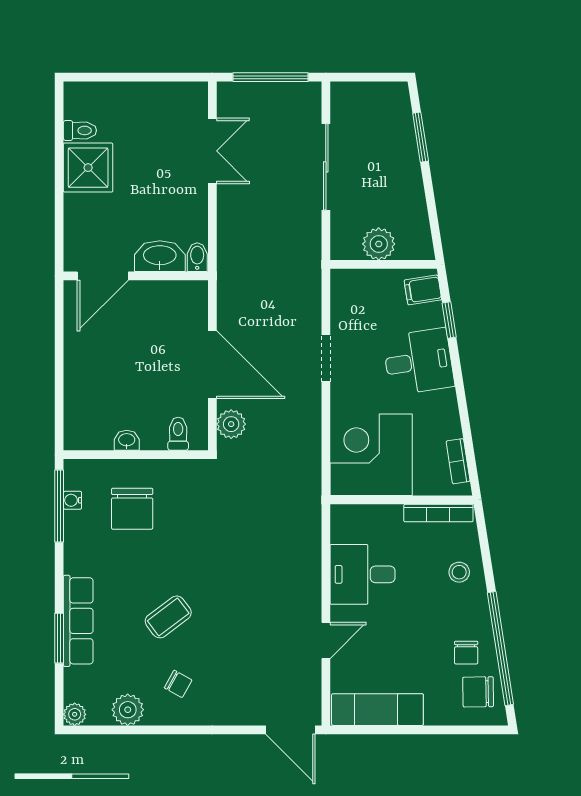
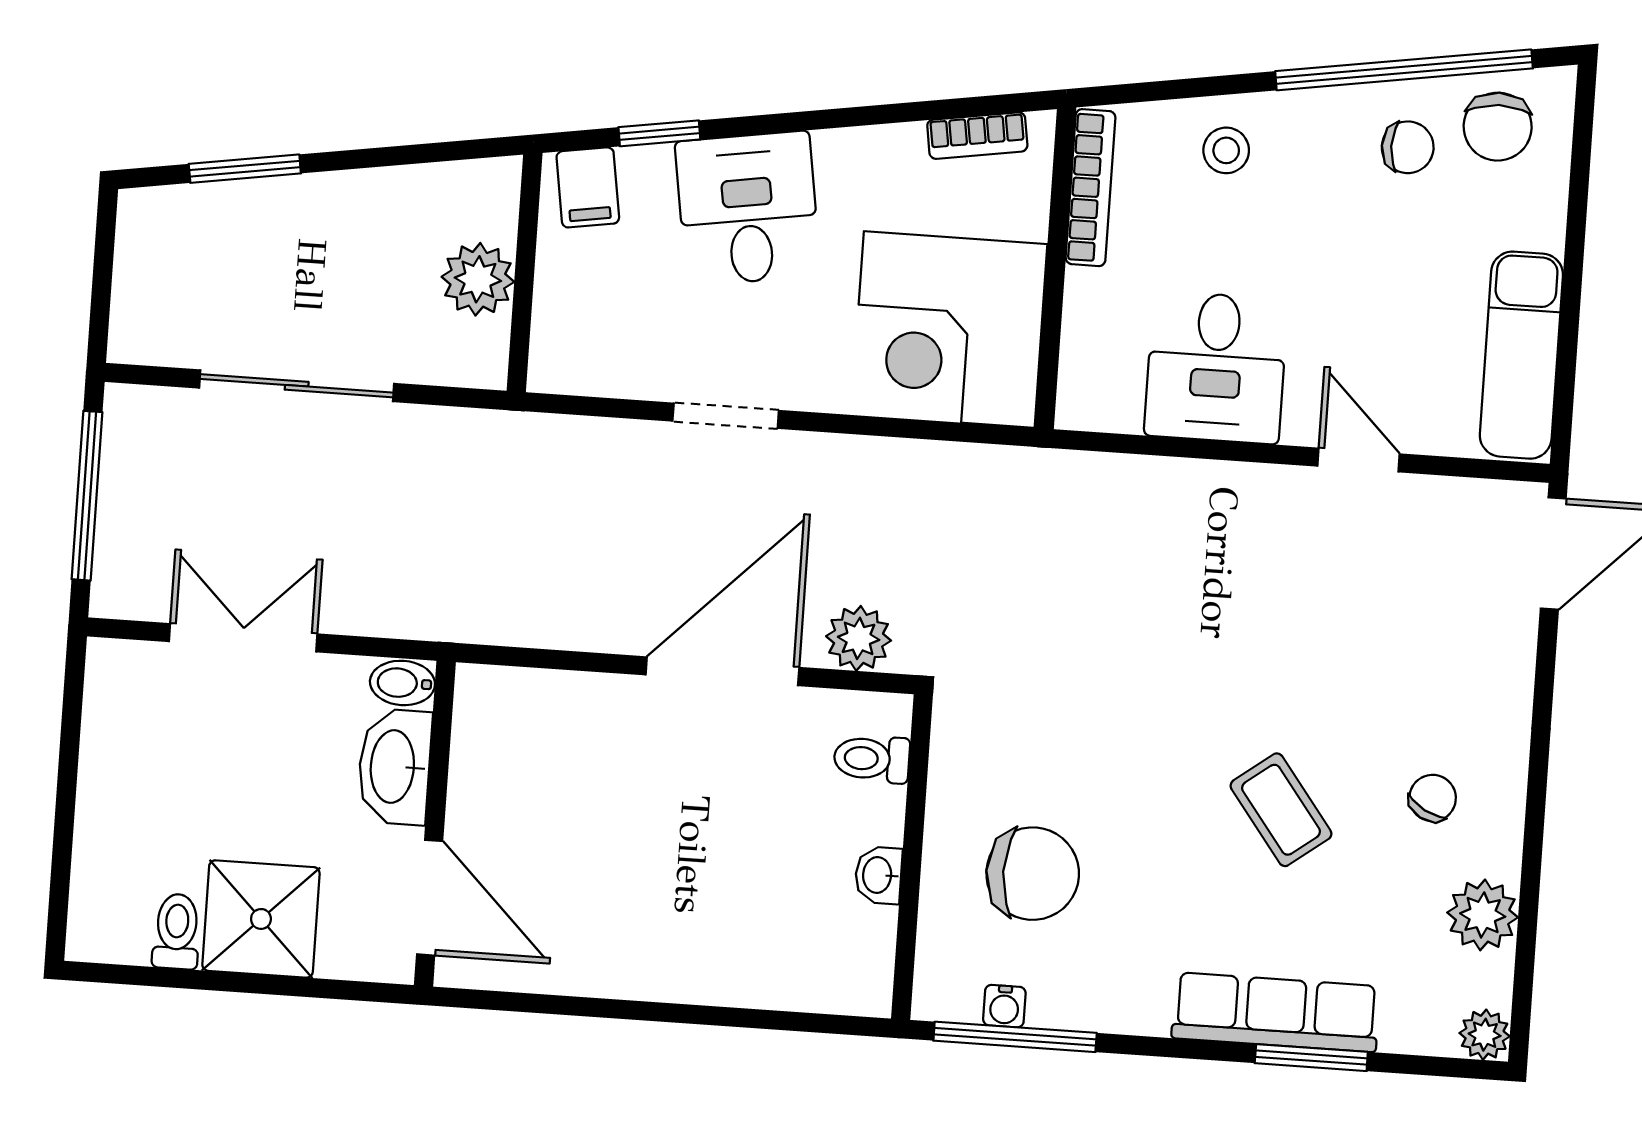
washbasin: (160, 256) -> (394, 767), moved
bidet: (197, 257) -> (402, 683), moved
door: (103, 276) -> (430, 898), moved
wall: (136, 276) -> (435, 824), moved

